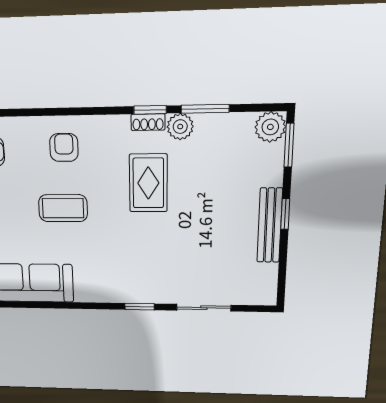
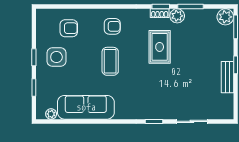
armchair: (64, 147) -> (112, 26), turned 90
coffee table: (63, 208) -> (110, 61), turned 90
bench: (270, 225) -> (227, 77), width x0.73

